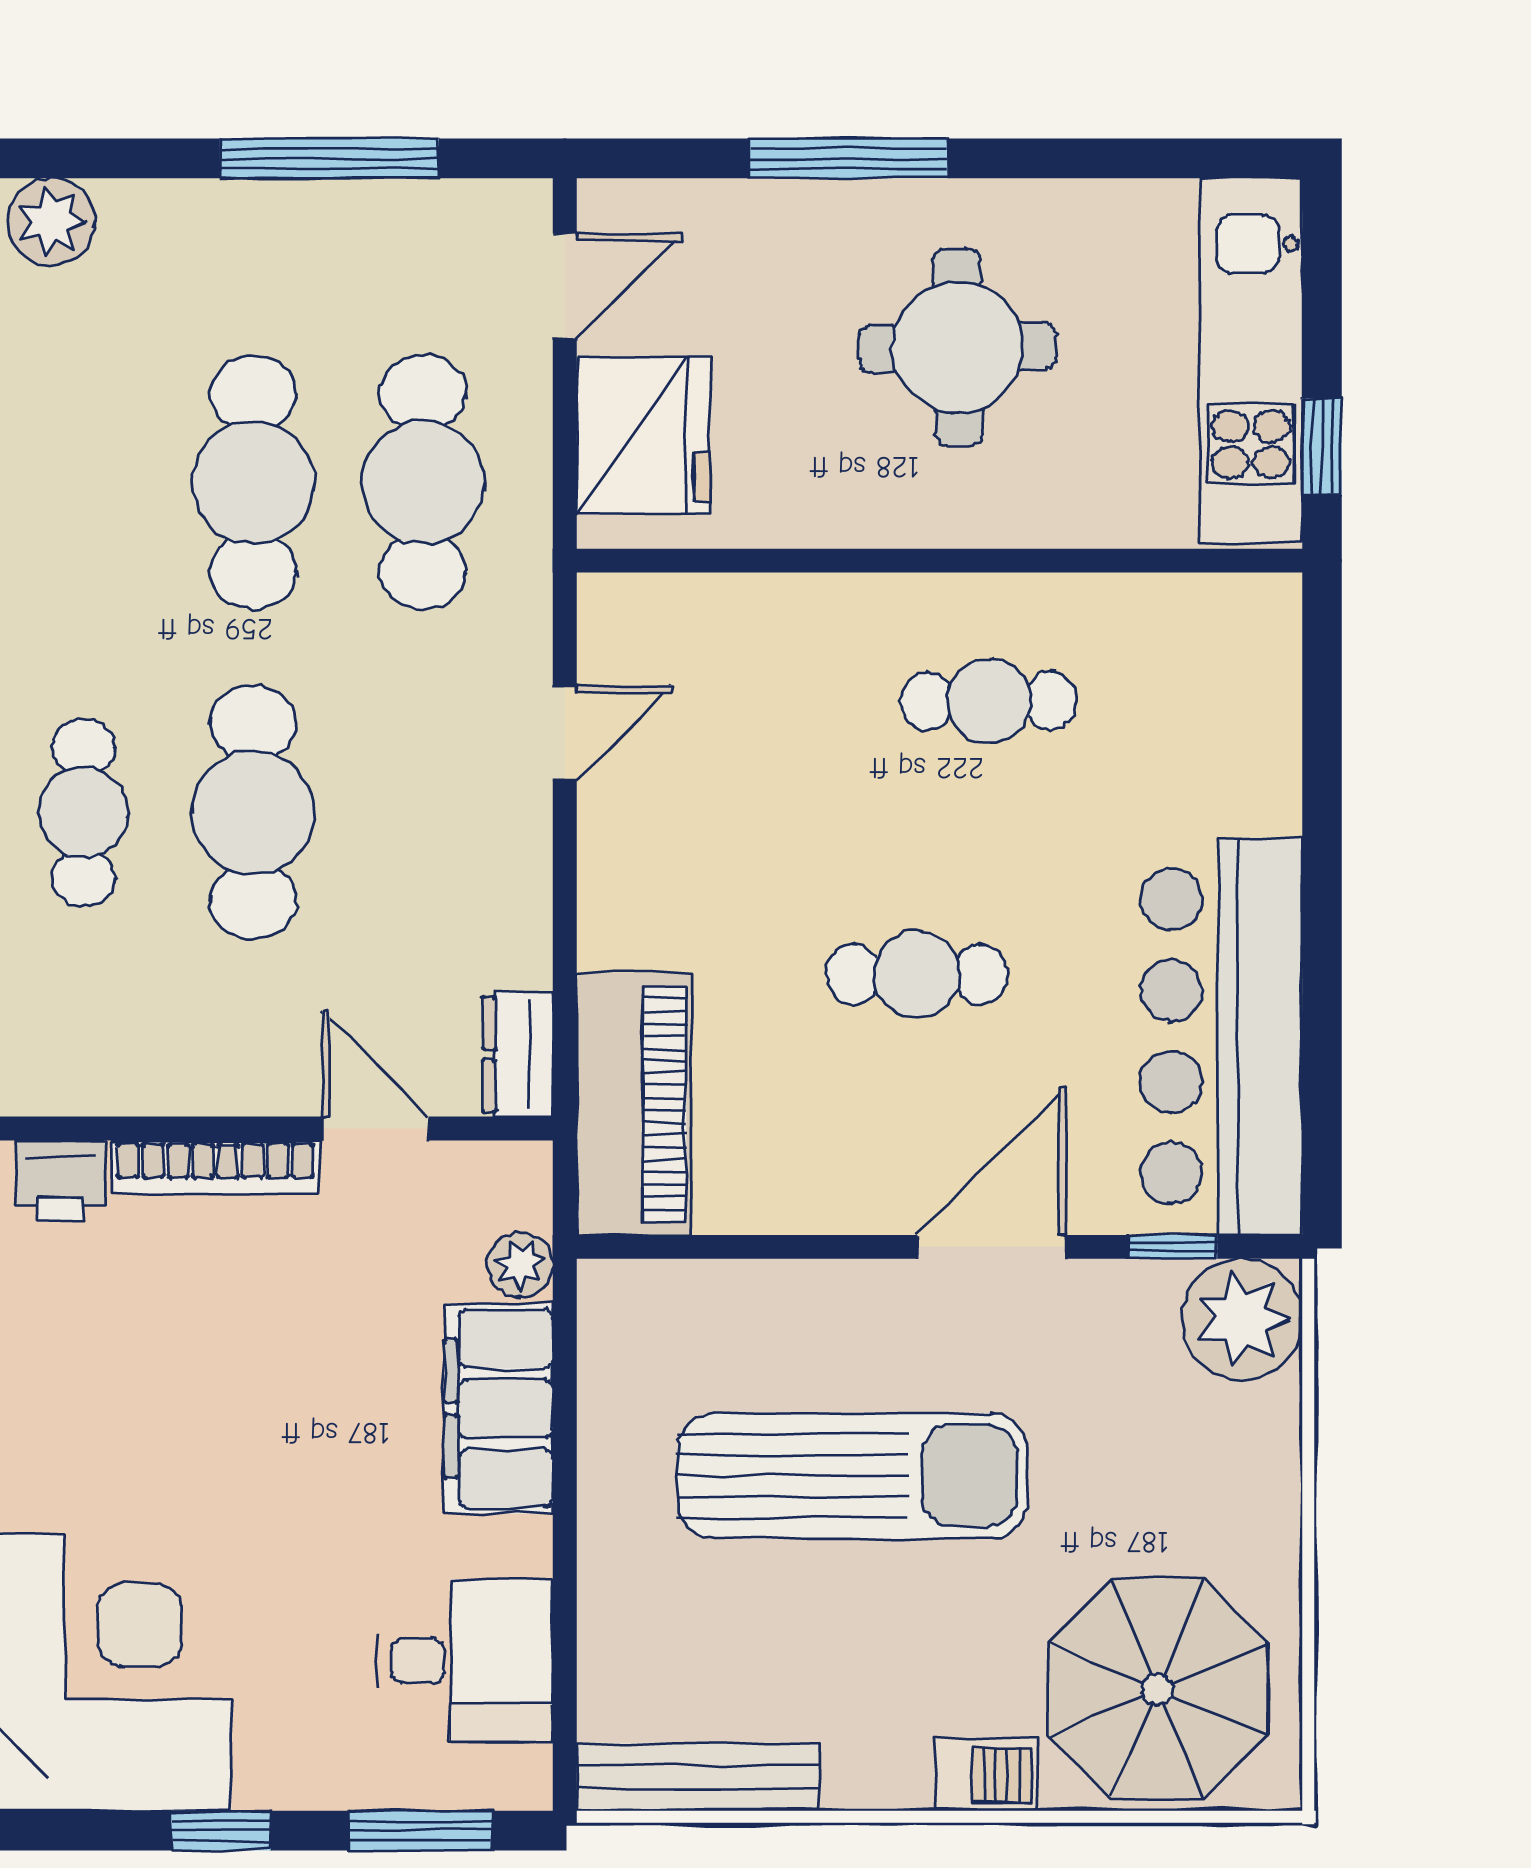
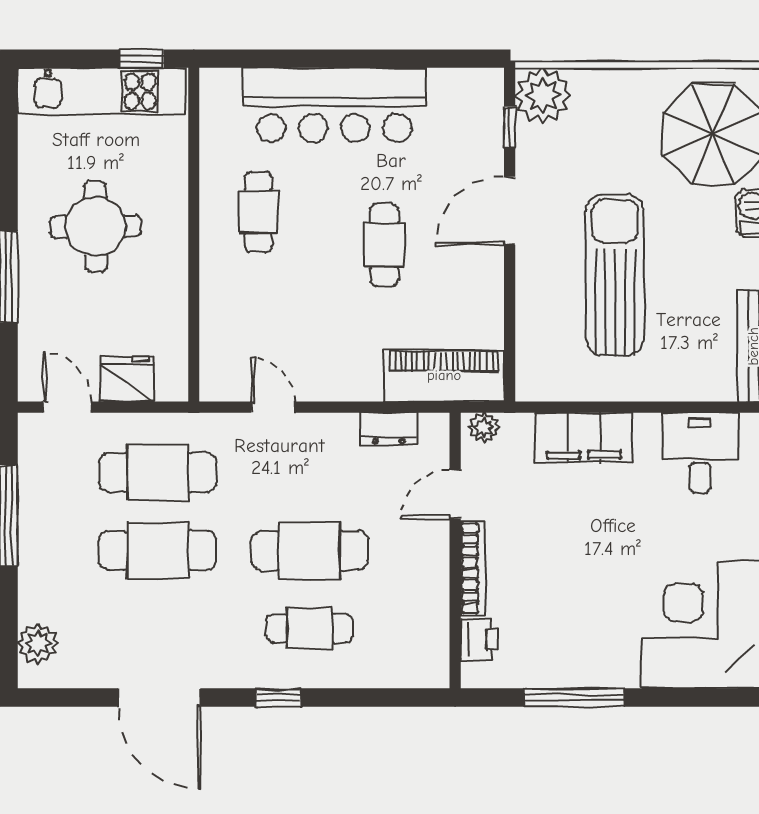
fridge: (643, 436) -> (127, 379), width x0.73, depth x0.75
bar counter: (1221, 1036) -> (334, 105), moved
dresser: (518, 1054) -> (389, 429), moved
door: (992, 1247) -> (510, 211), hinge flipped
plant: (520, 1265) -> (484, 428), moved

